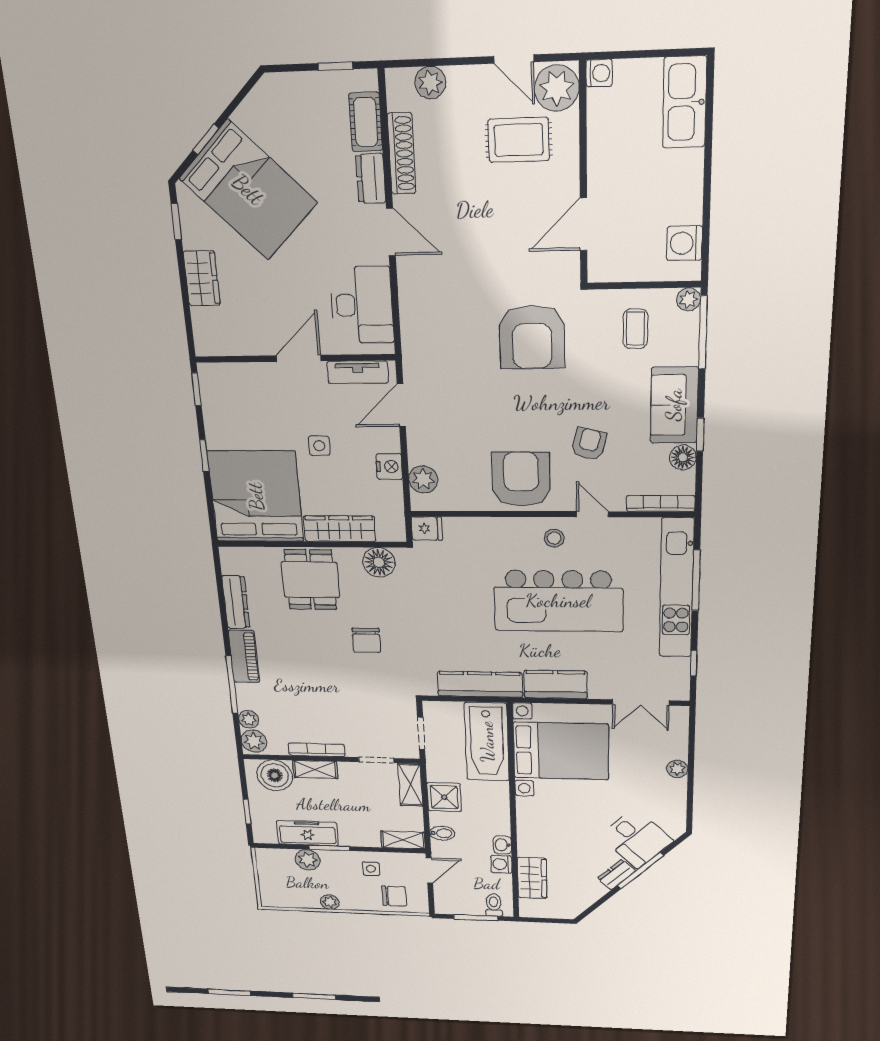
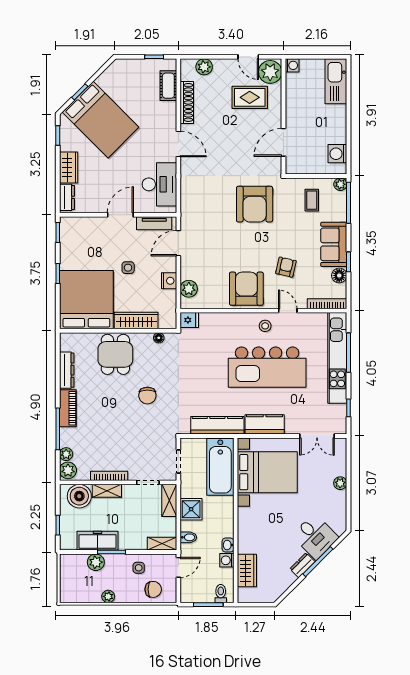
dresser: (371, 179) -> (67, 197), moved, turned 180
floor lamp: (379, 562) -> (159, 338), width x0.53, depth x0.53

